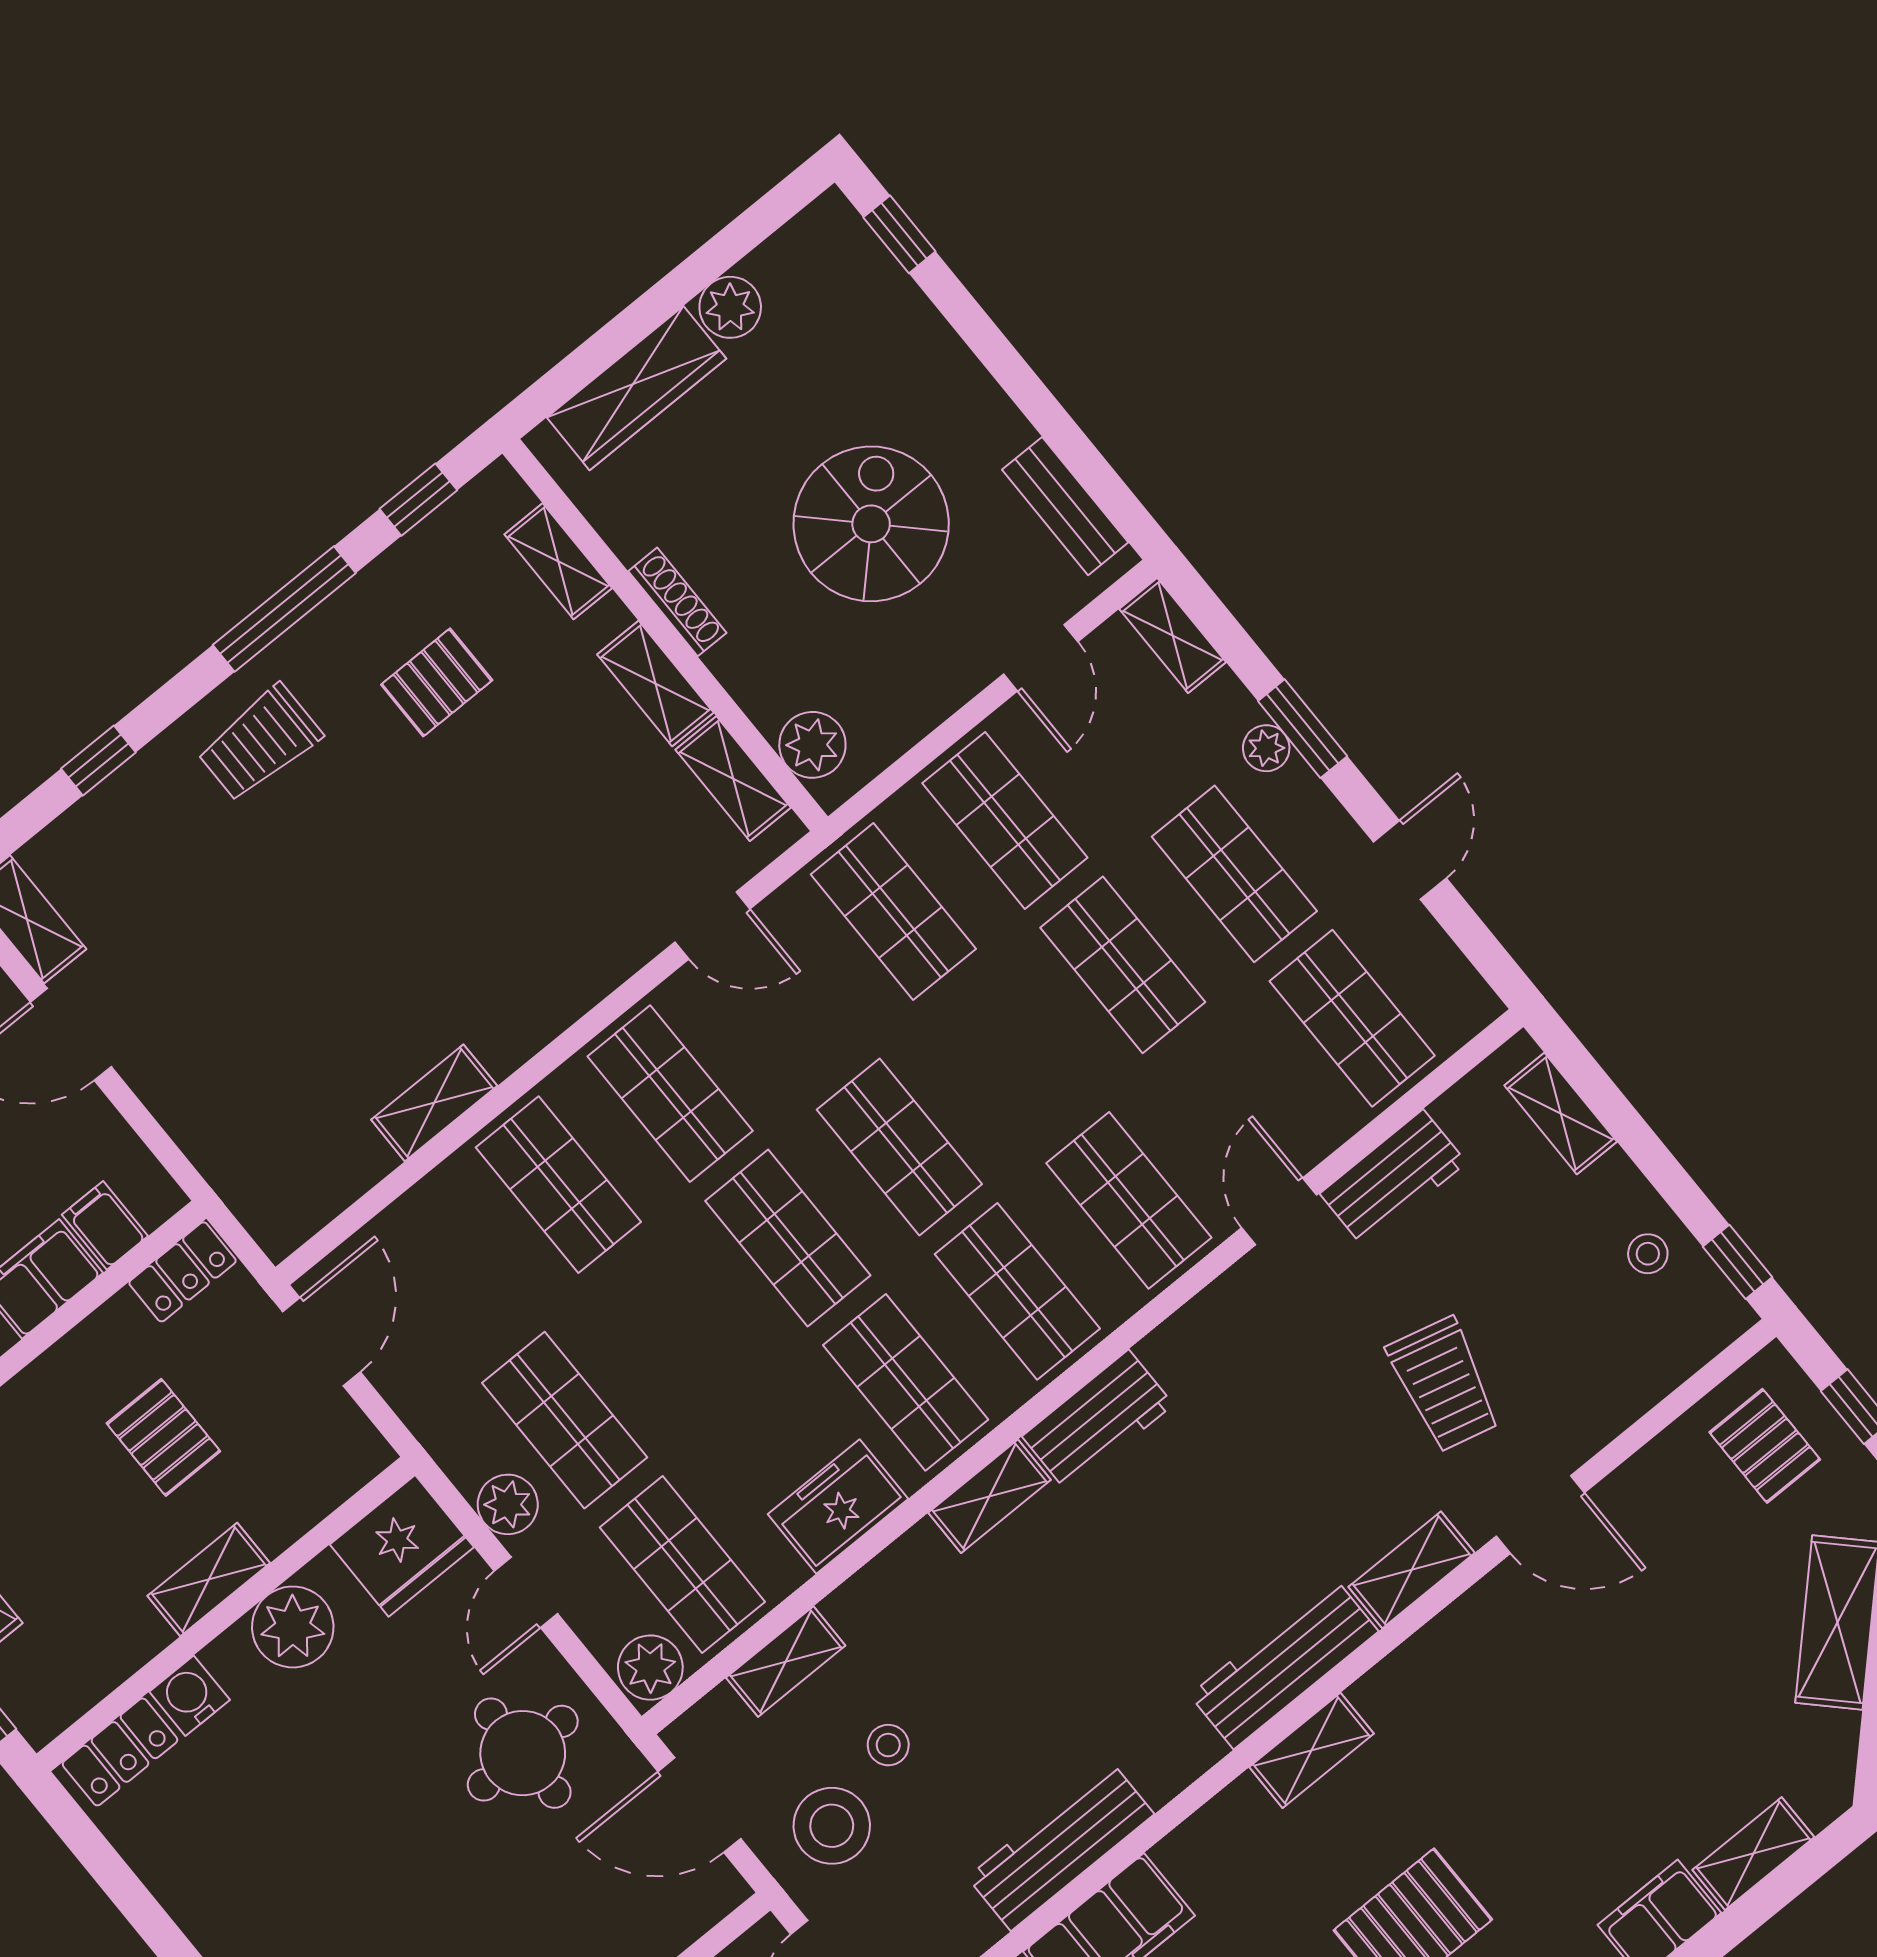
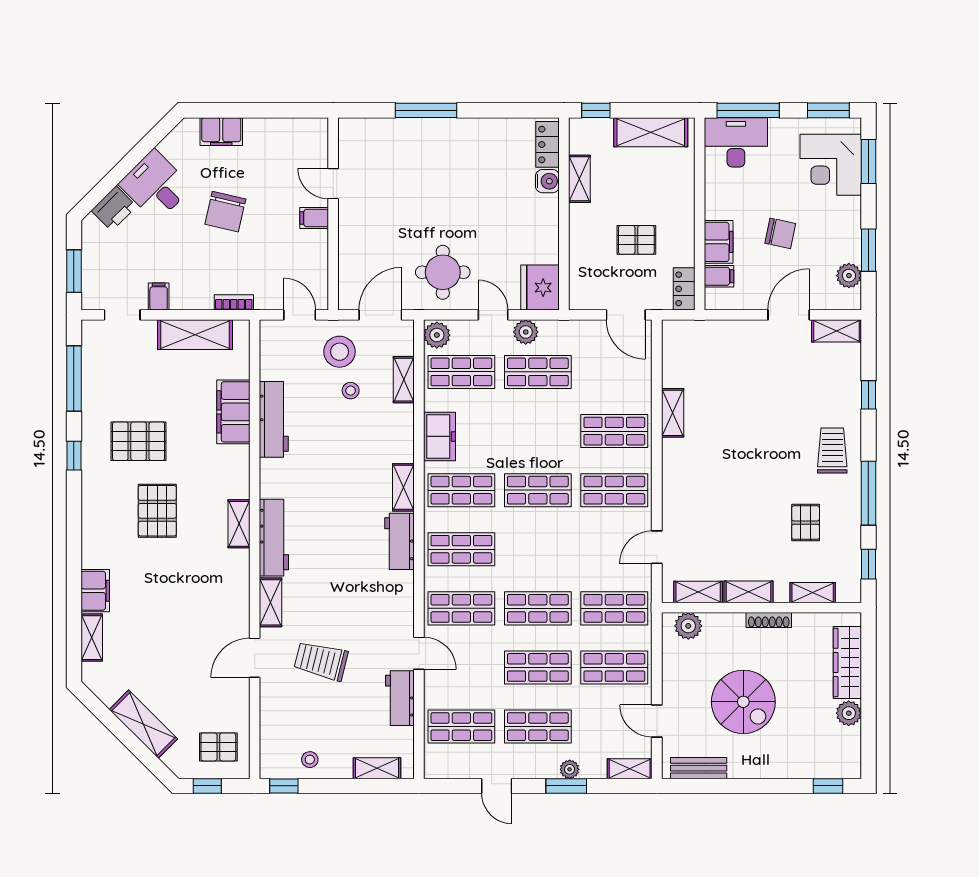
shop shelf: (899, 1147) -> (538, 608), moved
shelving: (209, 1579) -> (579, 179), moved
plant: (293, 1627) -> (543, 232), removed

